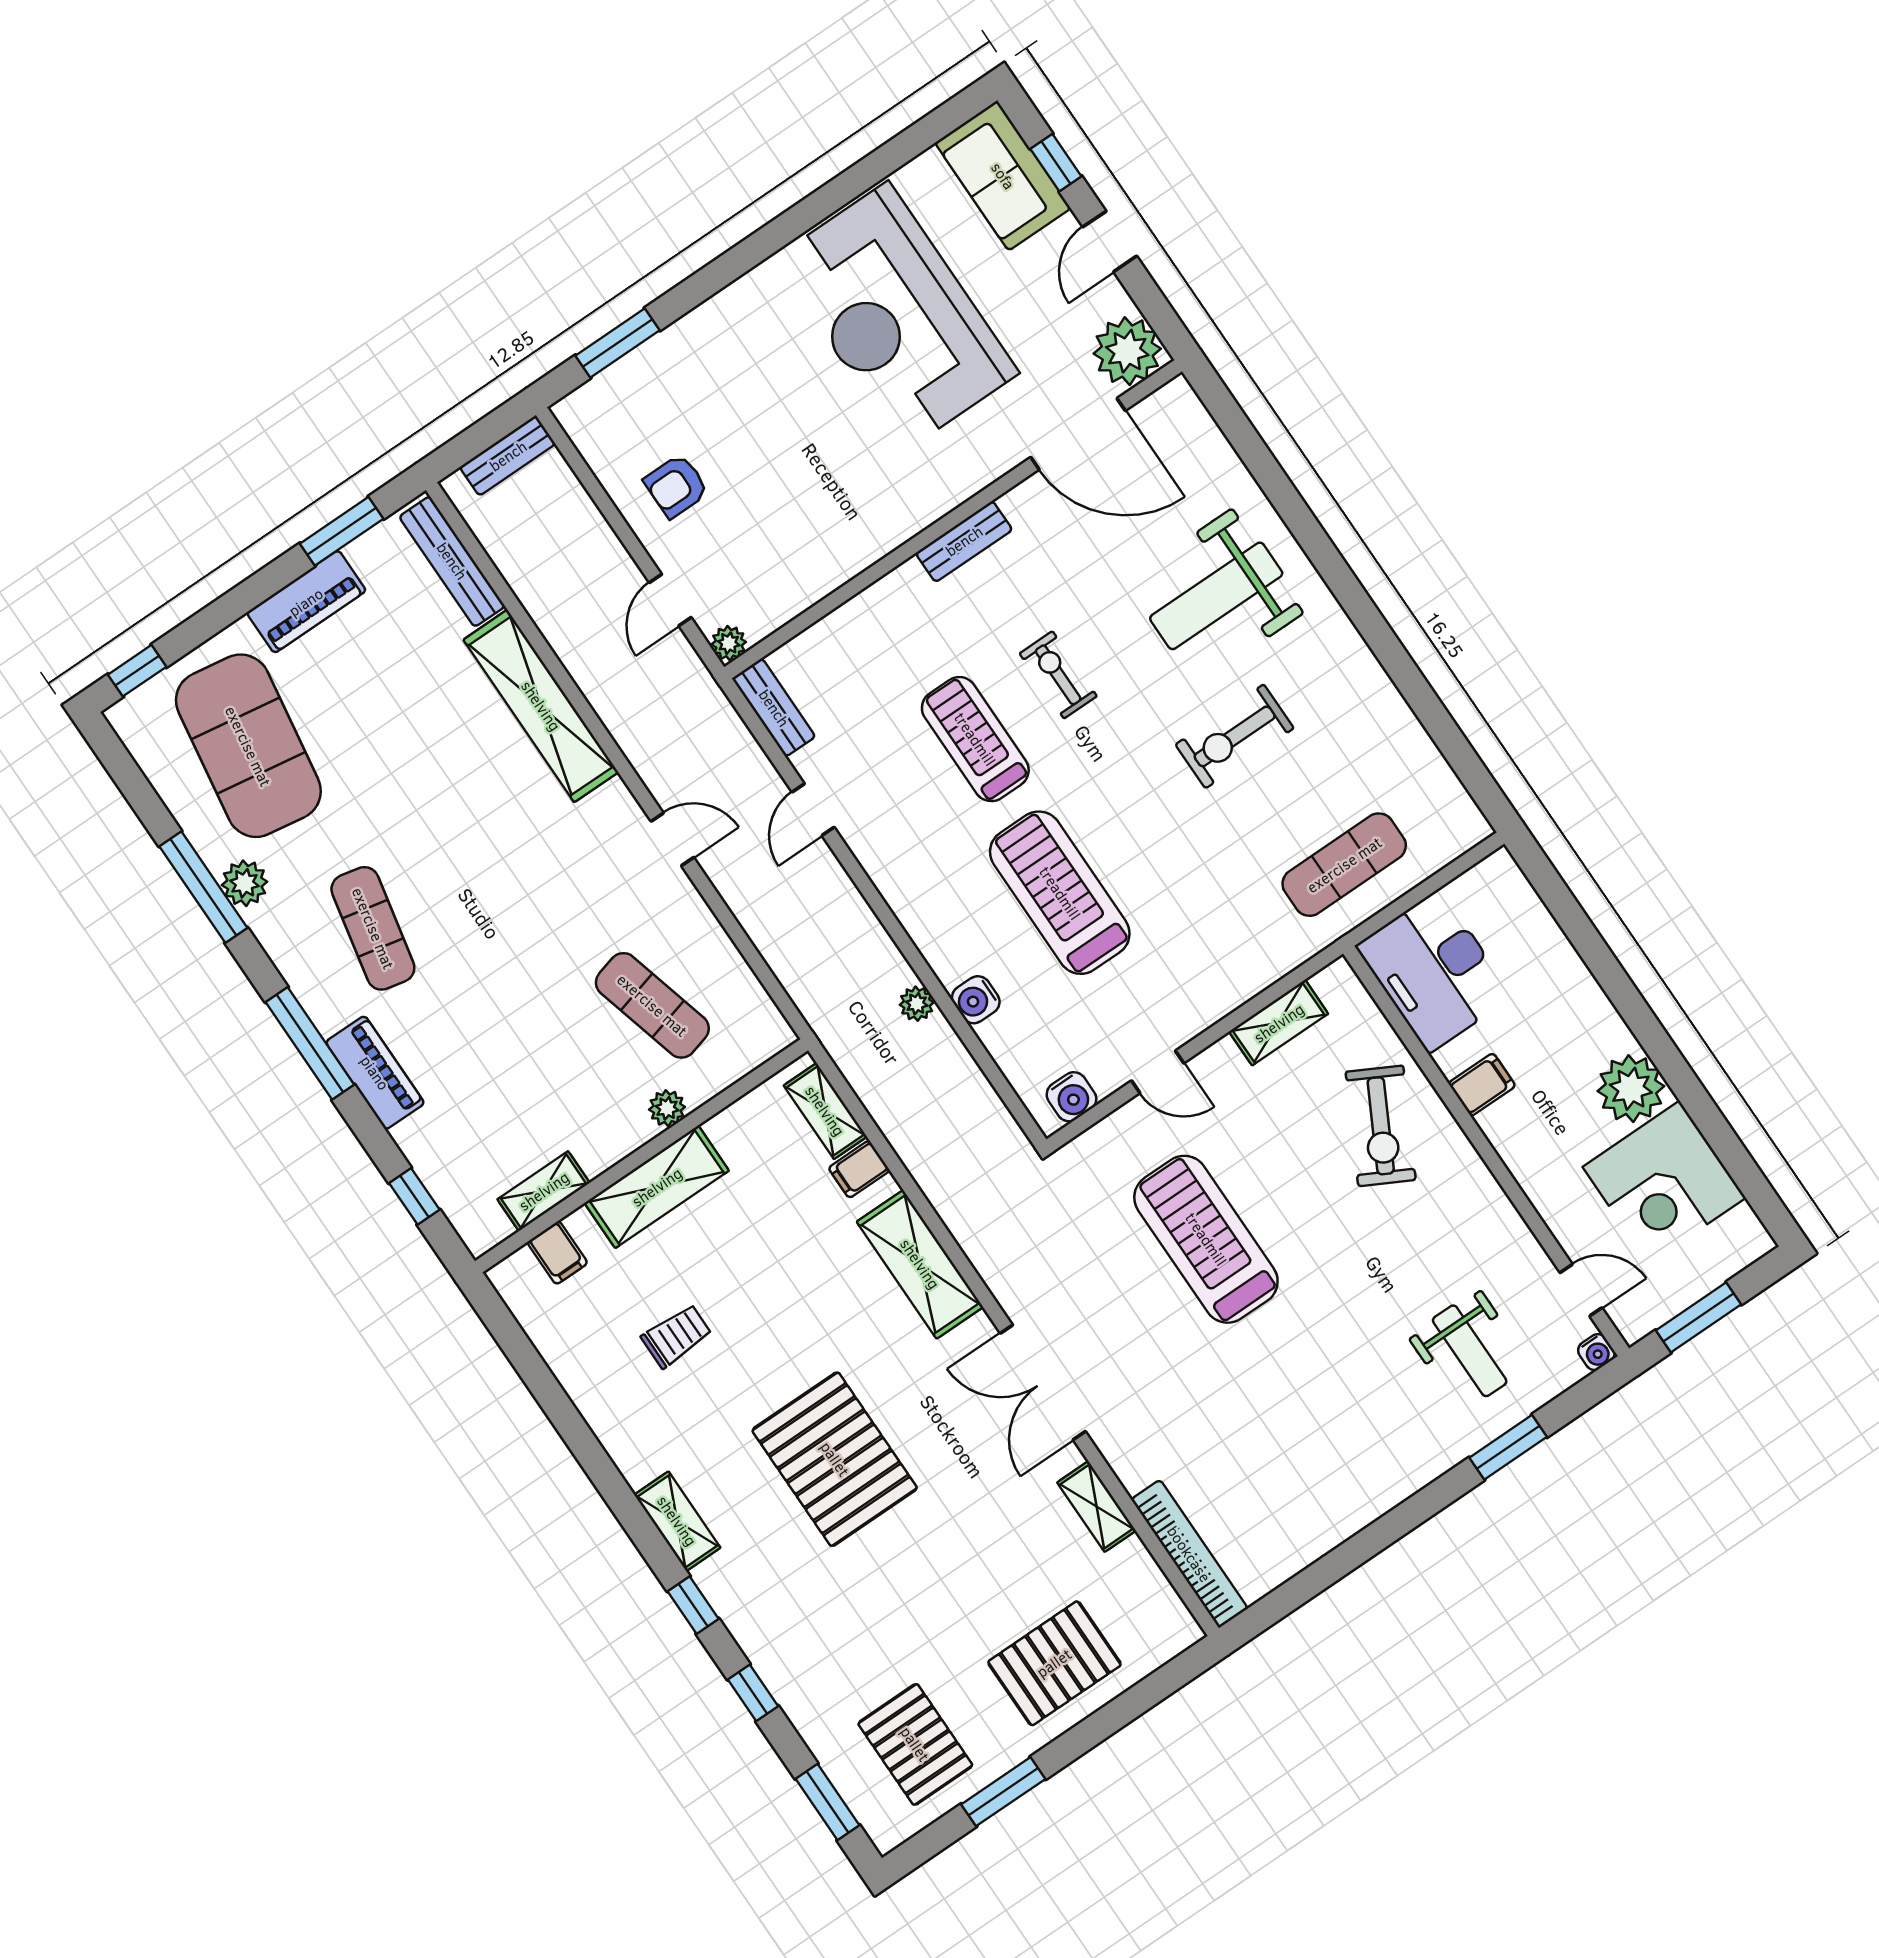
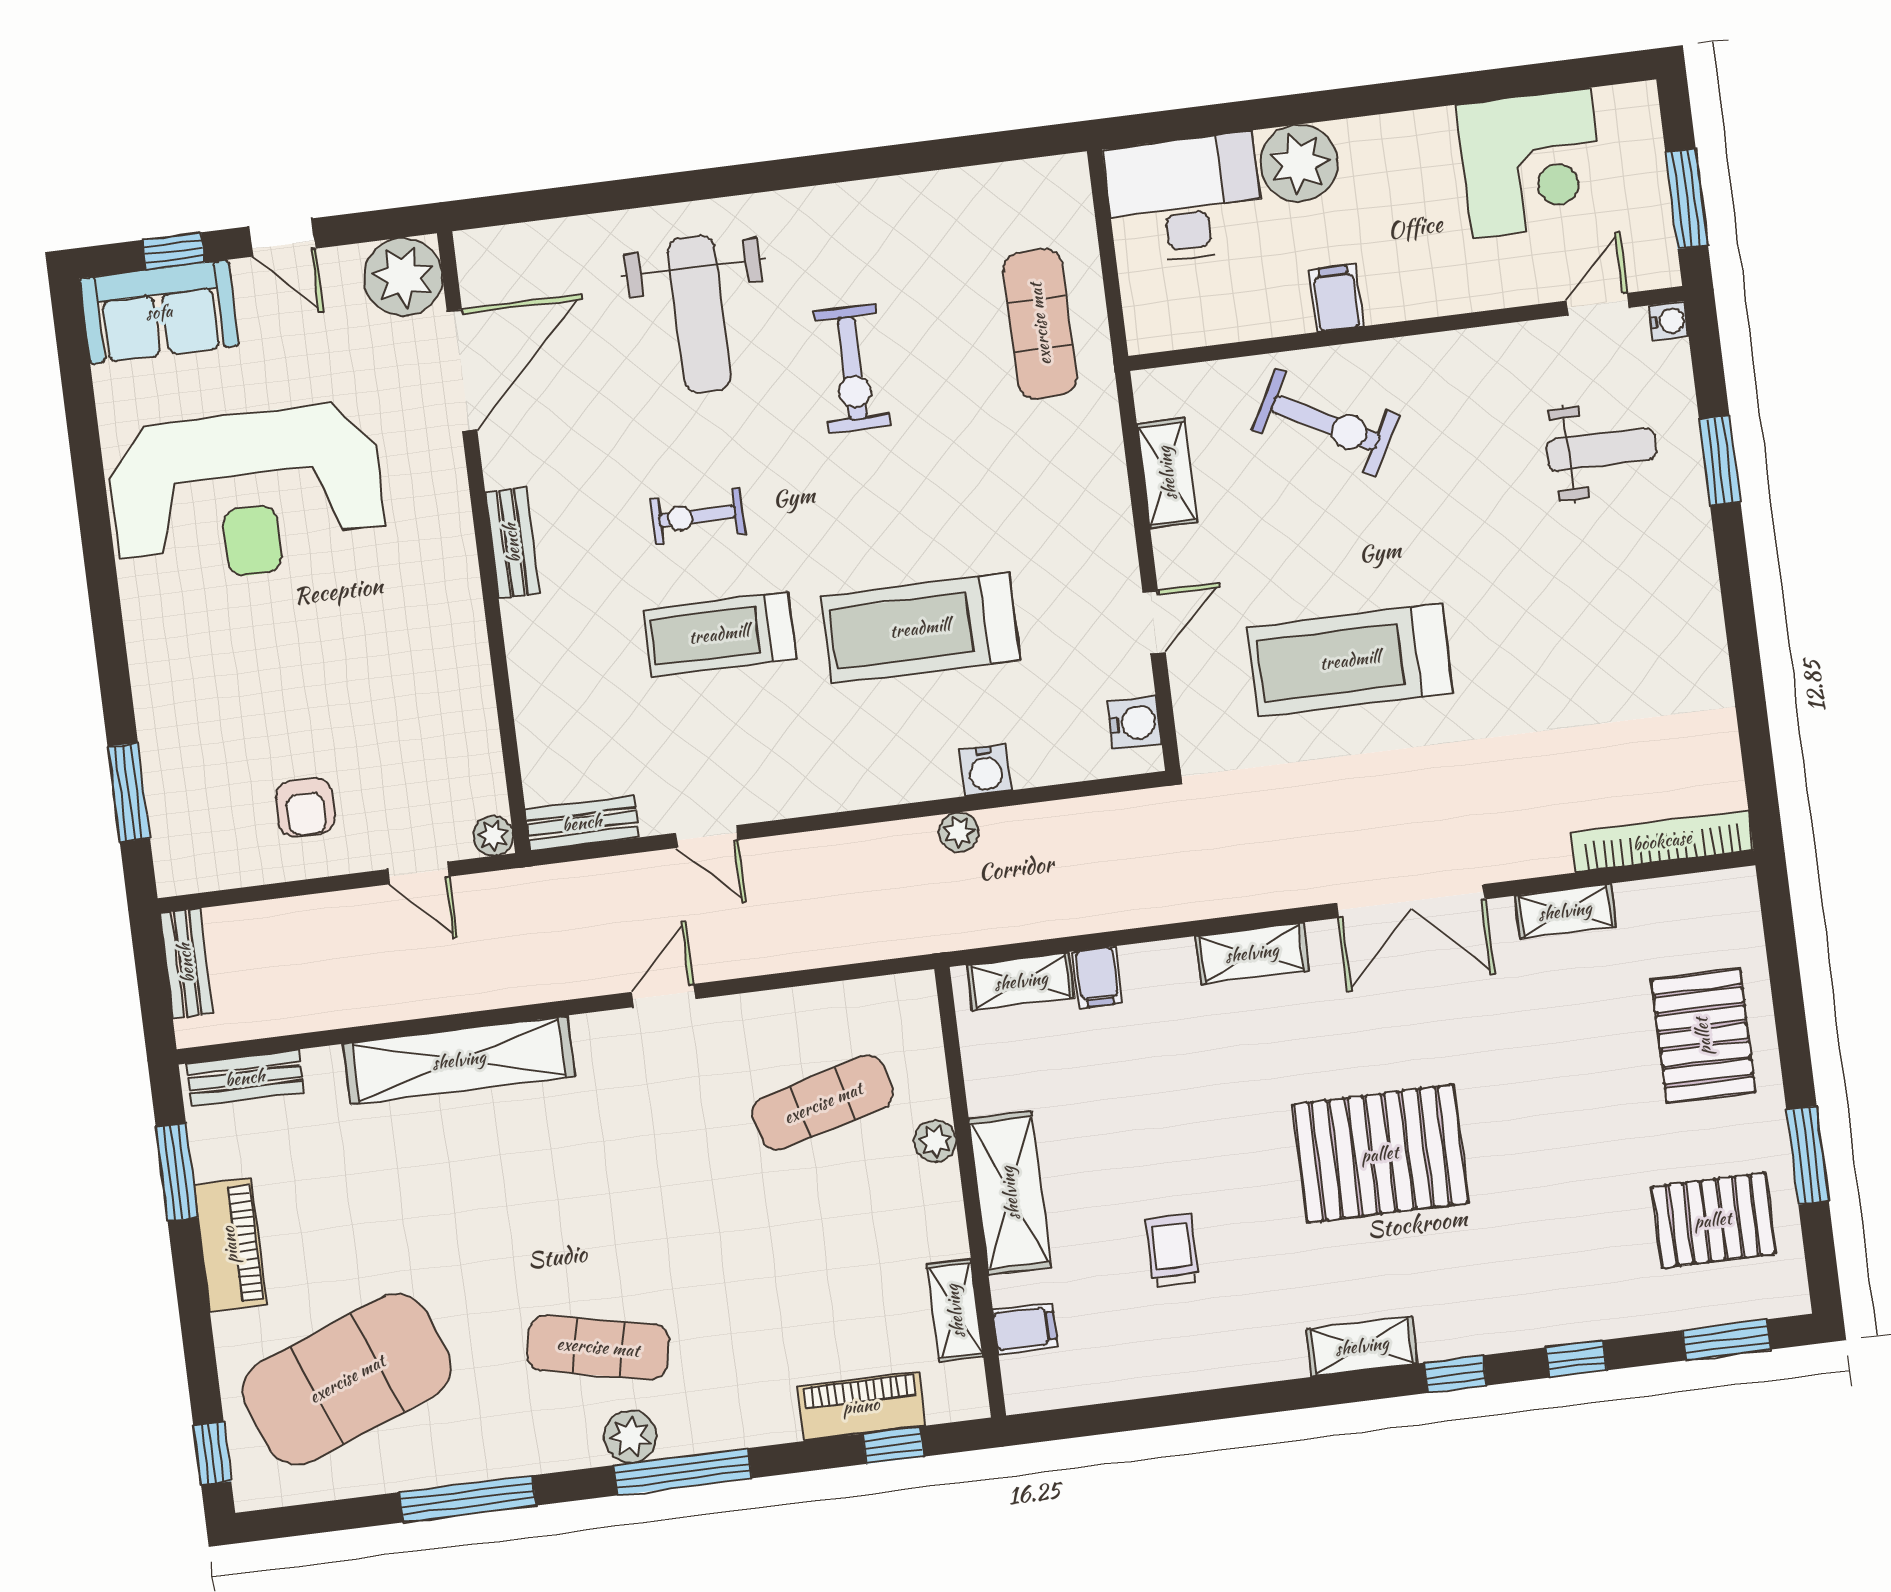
bench: (452, 561) -> (245, 1078), width x0.73
exercise mat: (248, 746) -> (347, 1379), turned -30
plant: (245, 883) -> (630, 1436), moved
desk: (1434, 971) -> (1184, 199), moved, turned 180
piano: (375, 1073) -> (861, 1406), moved
plant: (1631, 1089) -> (1299, 163), moved
shelving: (920, 1264) -> (1252, 953), width x0.67, depth x0.75

